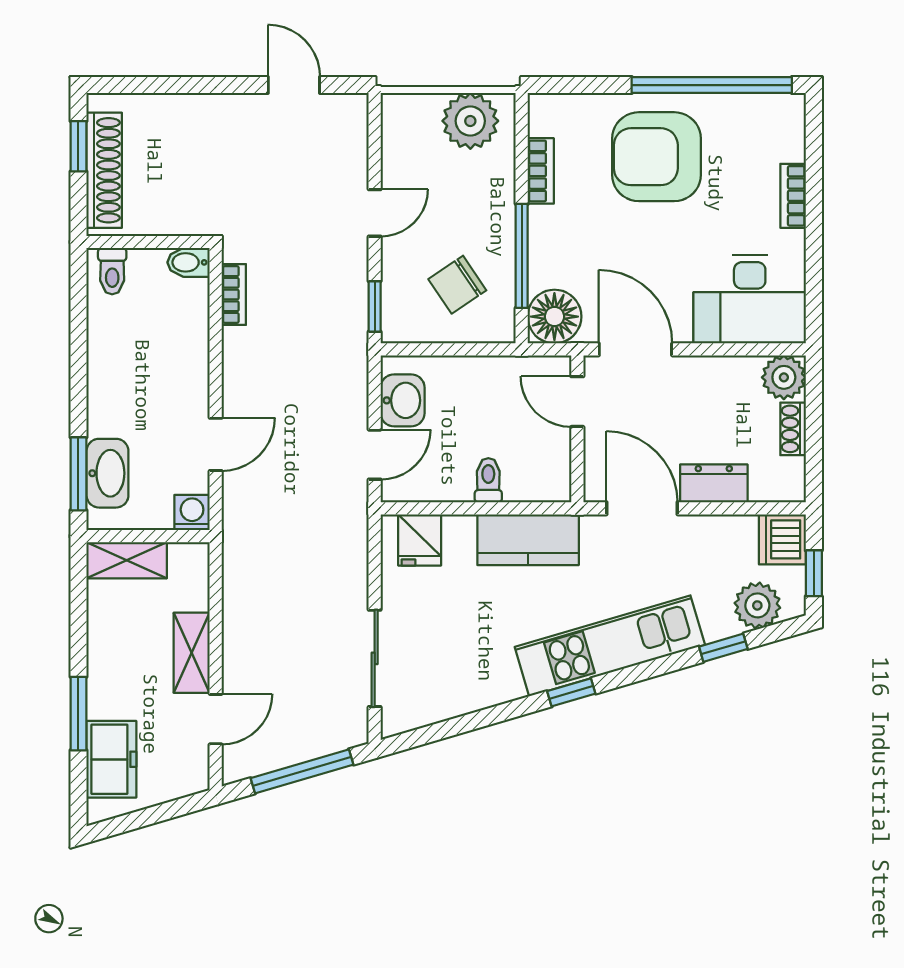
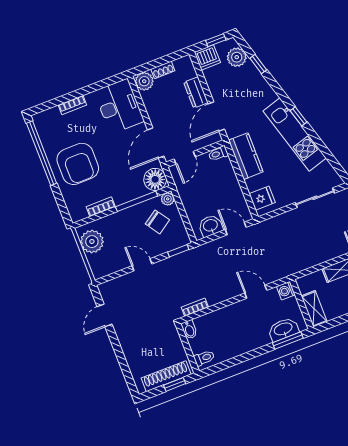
window: (78, 146) -> (175, 384), moved
plant: (500, 328) -> (168, 199), added
toilet: (488, 480) -> (218, 154), moved
kitchen unit: (610, 646) -> (295, 134), moved

